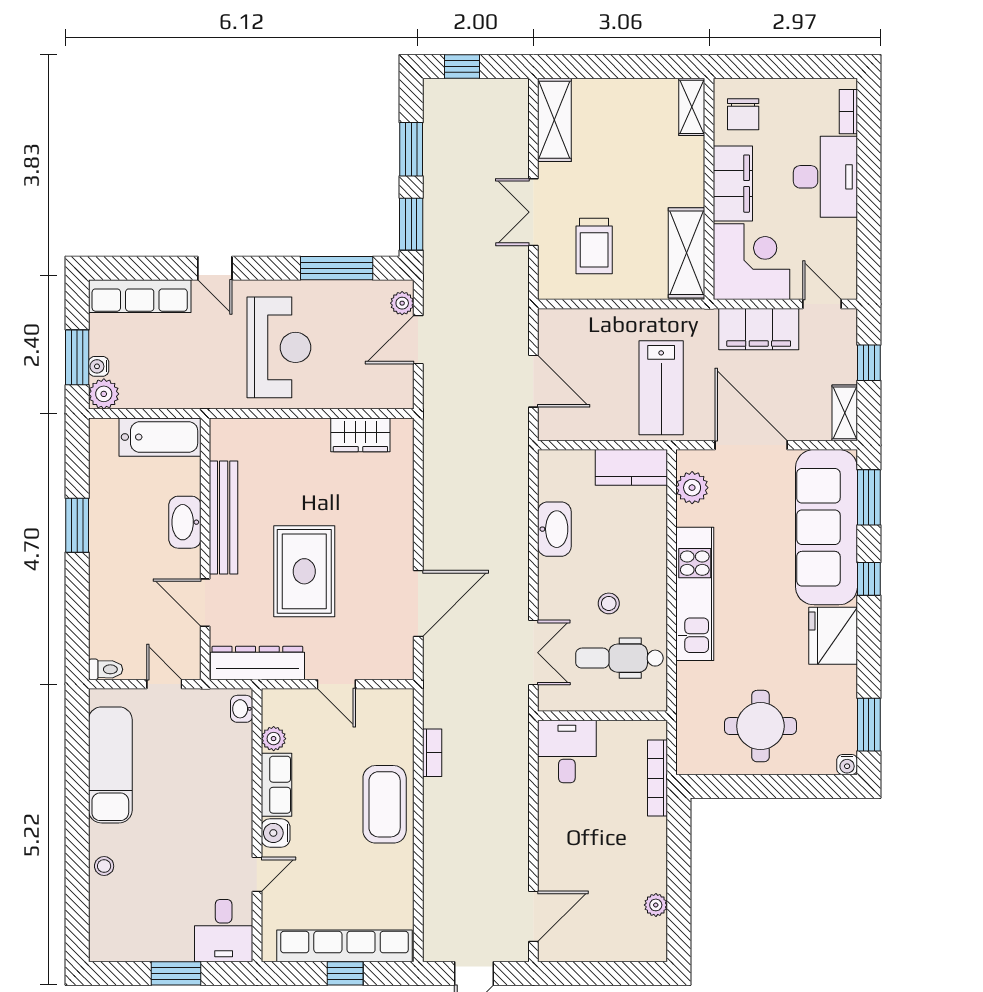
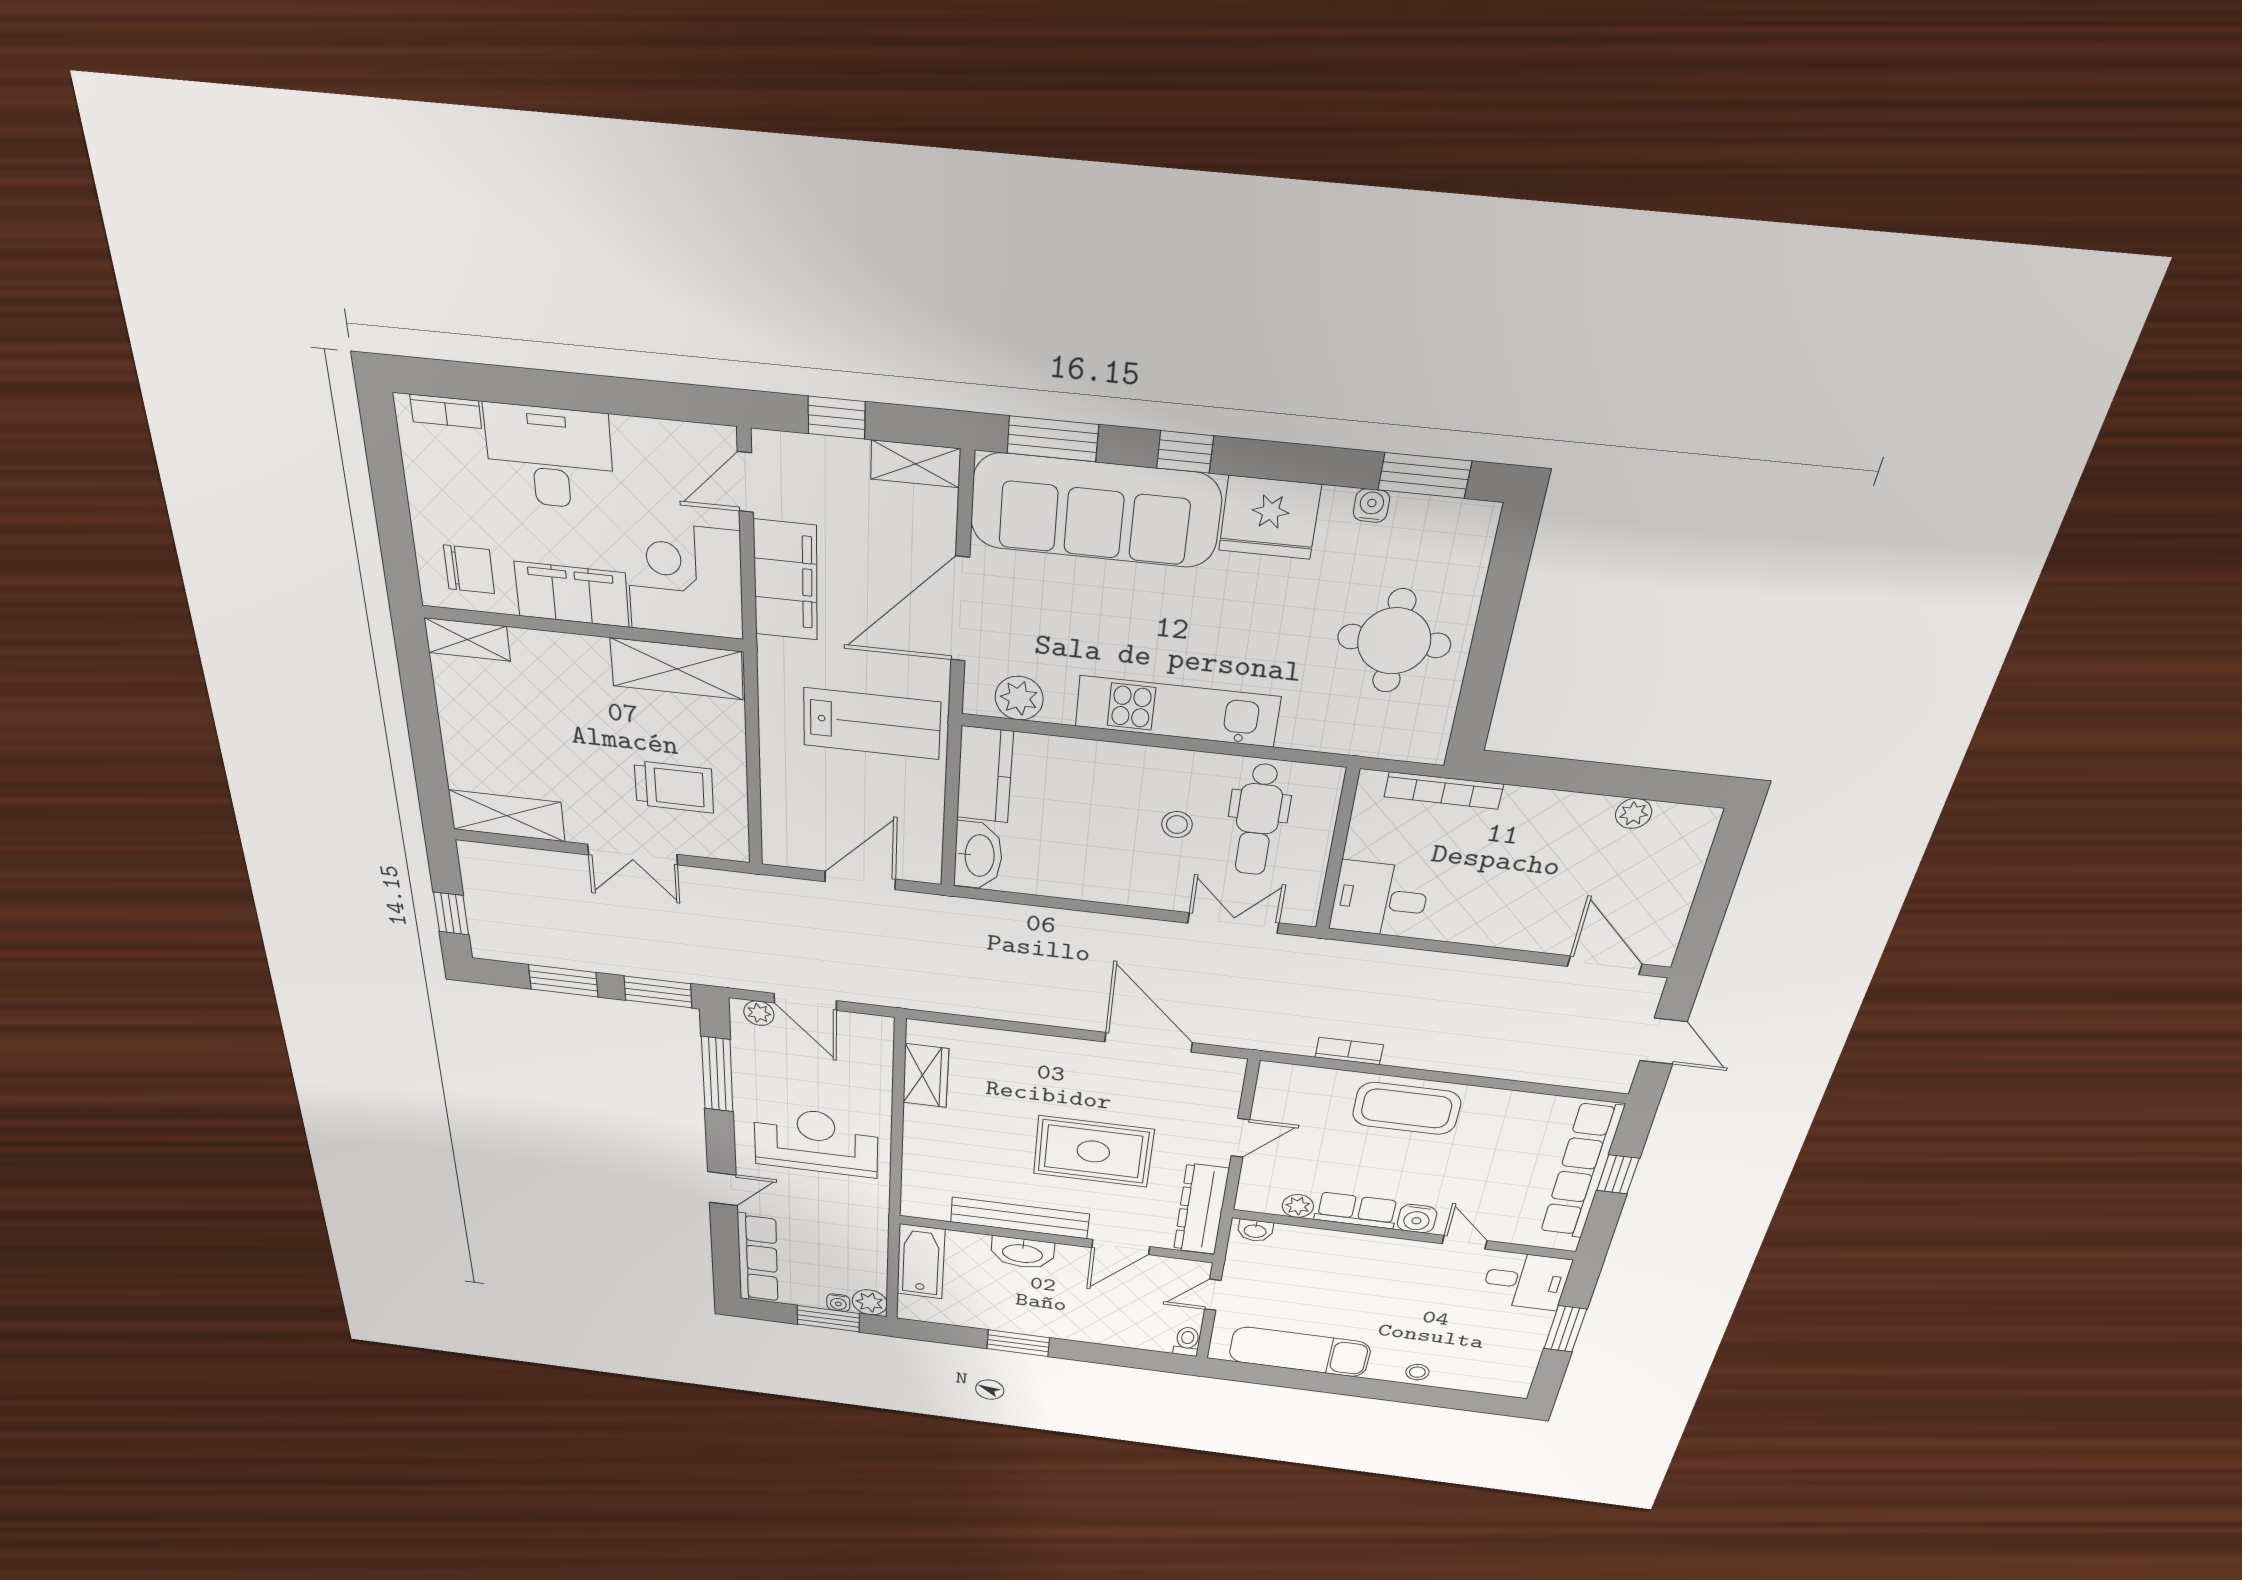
washbasin: (554, 529) -> (978, 855), moved, turned 90
water cooler: (847, 765) -> (1371, 506), moved, turned -90

